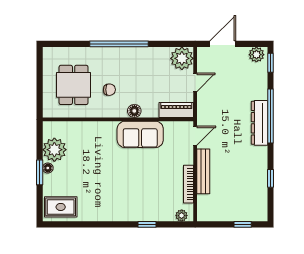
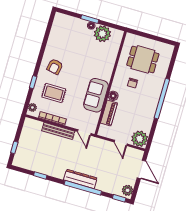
piano: (176, 110) -> (109, 113), moved
armchair: (117, 201) -> (55, 67), added
rug: (61, 207) -> (54, 93), moved, turned 90

